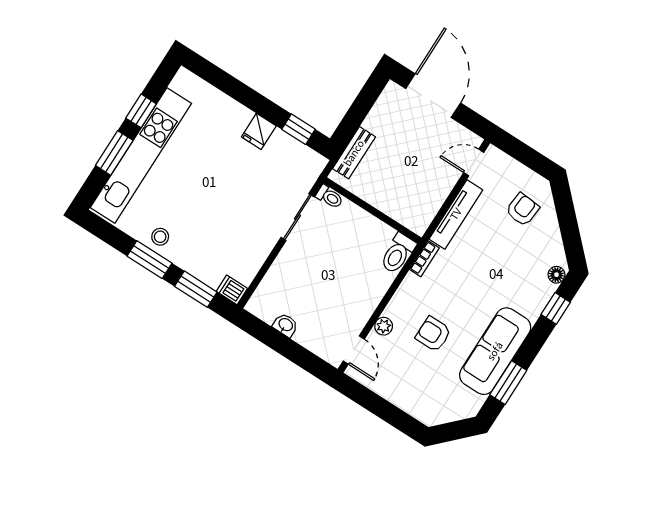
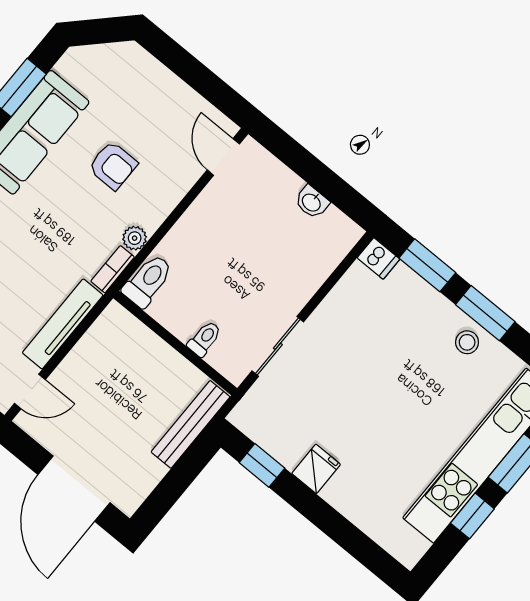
bench: (354, 153) -> (191, 424), width x1.36
toilet: (330, 197) -> (204, 339), moved, turned 90
plant: (384, 326) -> (135, 238), moved

